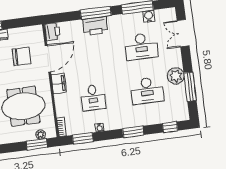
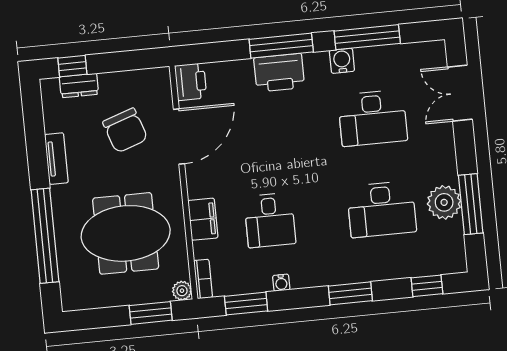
water cooler: (149, 16) -> (342, 61), moved
chair: (22, 56) -> (125, 130), turned 71
plant: (176, 76) -> (444, 202), moved
filing cabinet: (59, 84) -> (203, 219), moved
plant: (41, 134) -> (182, 291), moved

